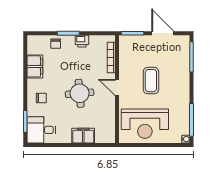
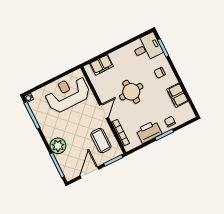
door: (163, 33) -> (89, 172), swing flipped
printer: (82, 41) -> (149, 132), width x1.87, depth x1.48
plant: (181, 76) -> (58, 146), added
coffee table: (151, 81) -> (101, 141), moved
door: (117, 88) -> (104, 111), hinge flipped
filing cabinet: (83, 136) -> (101, 65), moved

